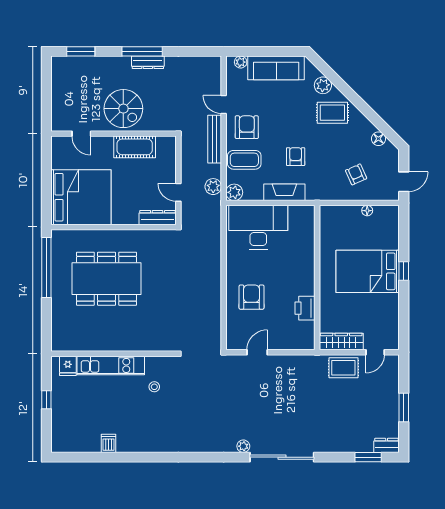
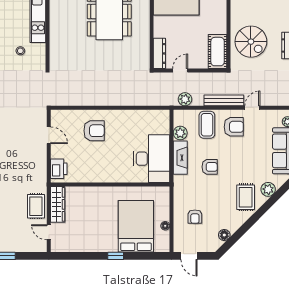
spiral stairs: (123, 109) -> (251, 42), moved, turned -90
cot: (135, 147) -> (218, 52), moved
armchair: (356, 174) -> (195, 217), turned 114
plant: (234, 192) -> (180, 133), moved
desk: (258, 227) -> (152, 159), moved
bed: (368, 271) -> (136, 226), moved
printer: (305, 308) -> (59, 169), moved, turned 90

